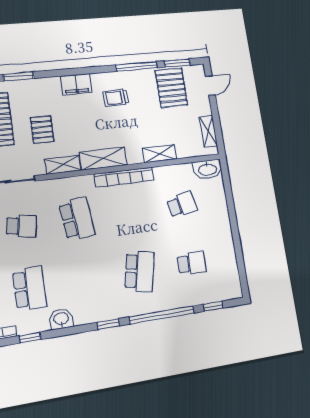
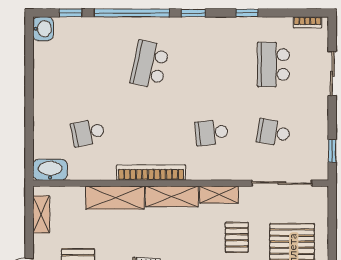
shelving: (159, 154) -> (115, 198), width x1.50, depth x1.33
school desk: (77, 219) -> (212, 132), width x0.54
school desk: (192, 263) -> (88, 64), removed
washbasin: (61, 319) -> (43, 29), moved, turned -90
window: (30, 338) -> (247, 13), moved

